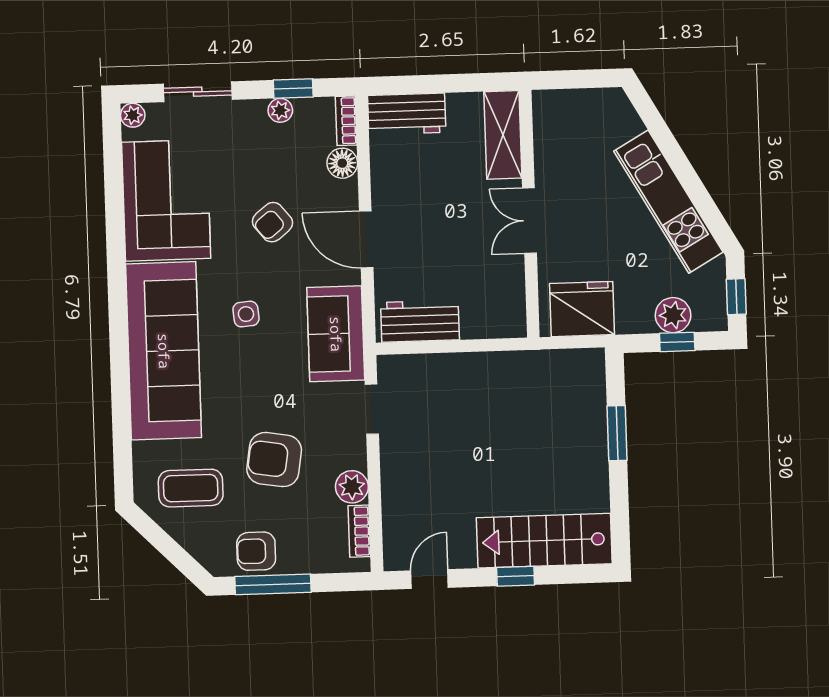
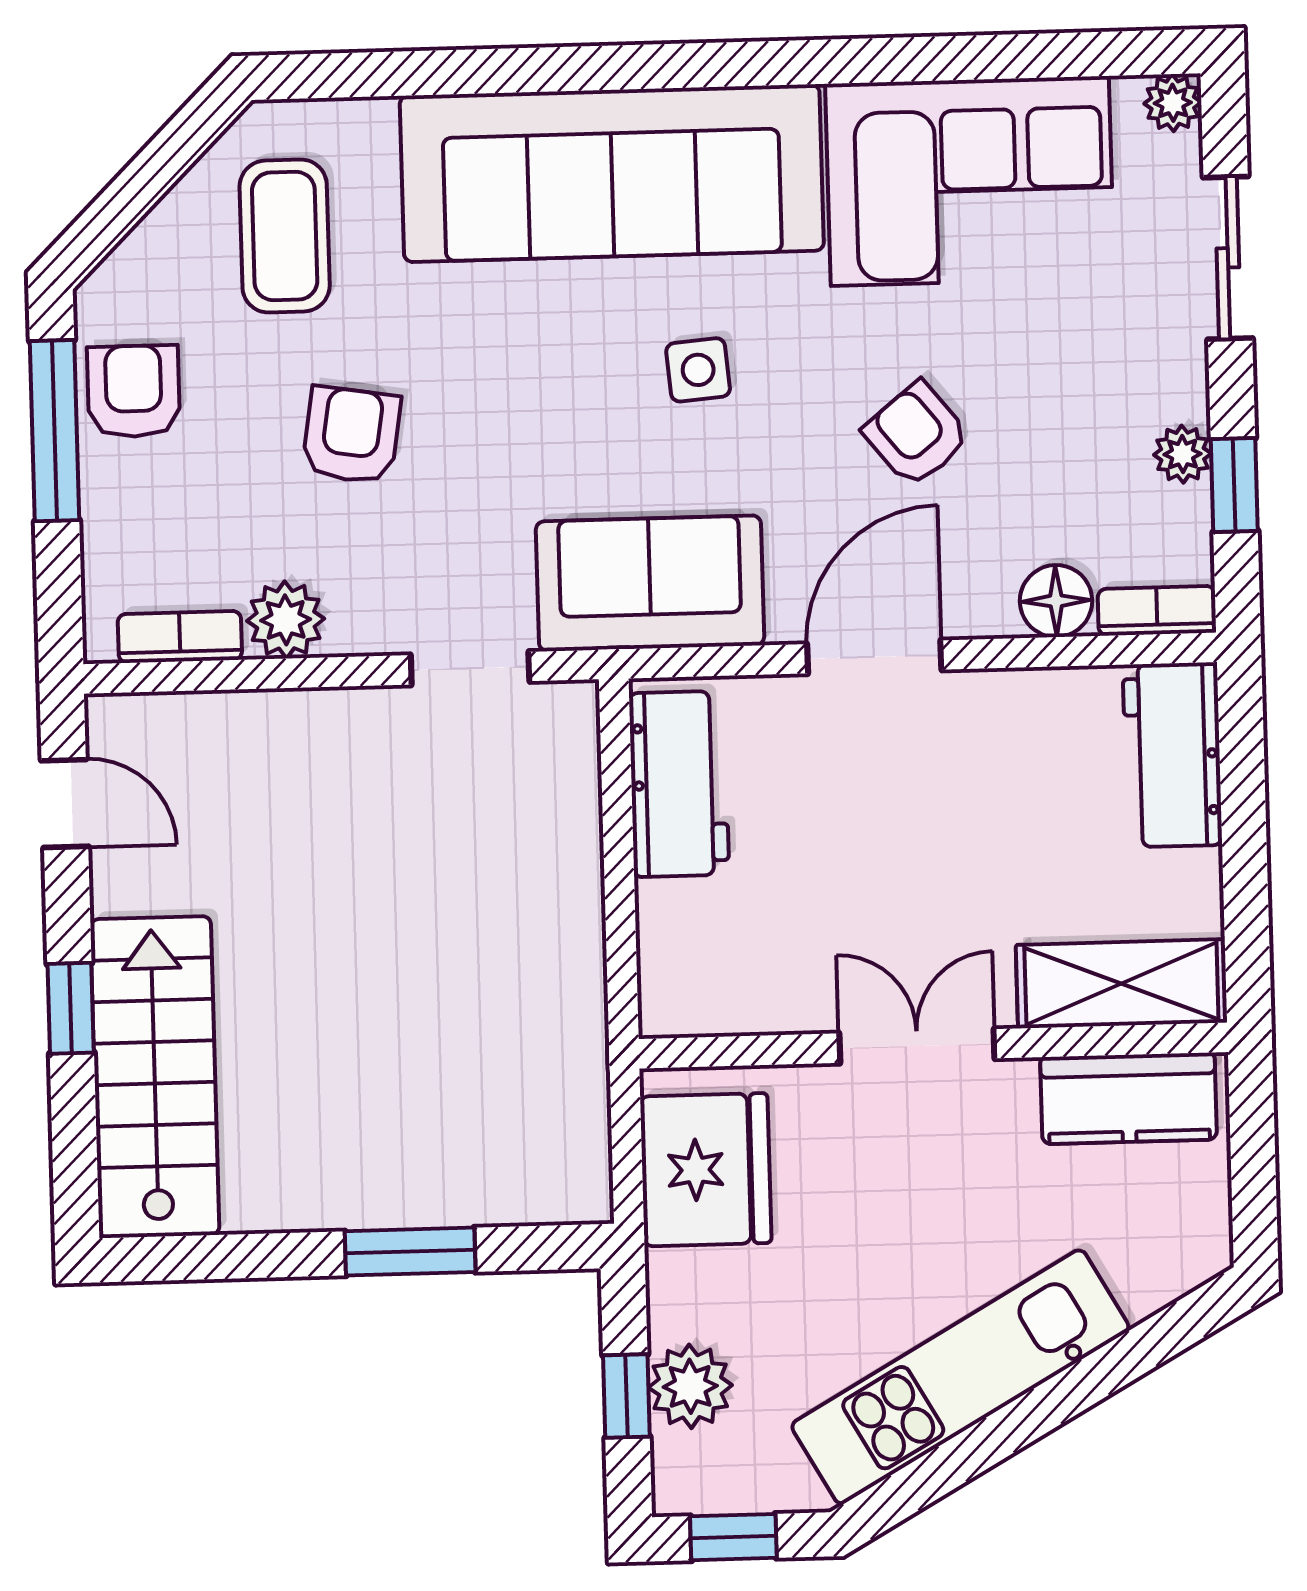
kitchen counter: (551, 132) -> (1129, 1098), added
armchair: (274, 460) -> (351, 435), width x0.72, depth x0.72

